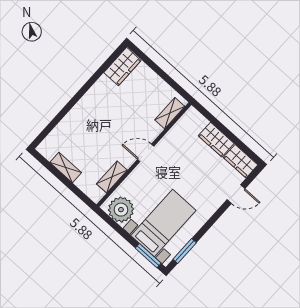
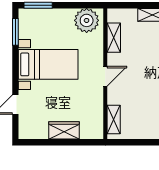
wardrobe: (241, 161) -> (33, 131), removed
bed with nightstands: (163, 223) -> (48, 64), moved, turned -90

